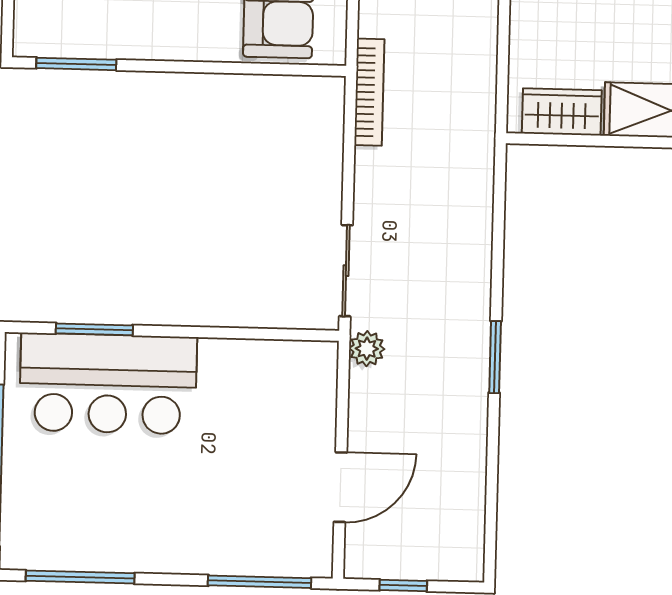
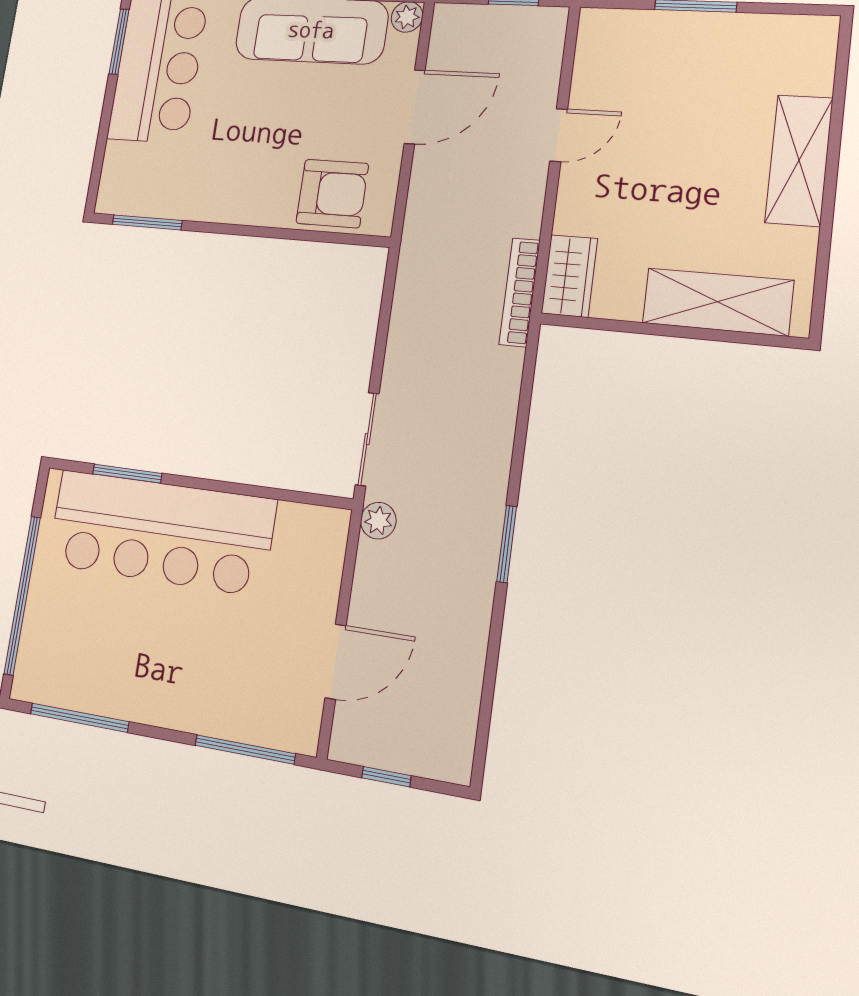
bookcase: (369, 92) -> (520, 292), moved, turned 180
wardrobe: (562, 112) -> (569, 276), moved, turned 90
bar counter: (108, 384) -> (160, 532), width x1.36

